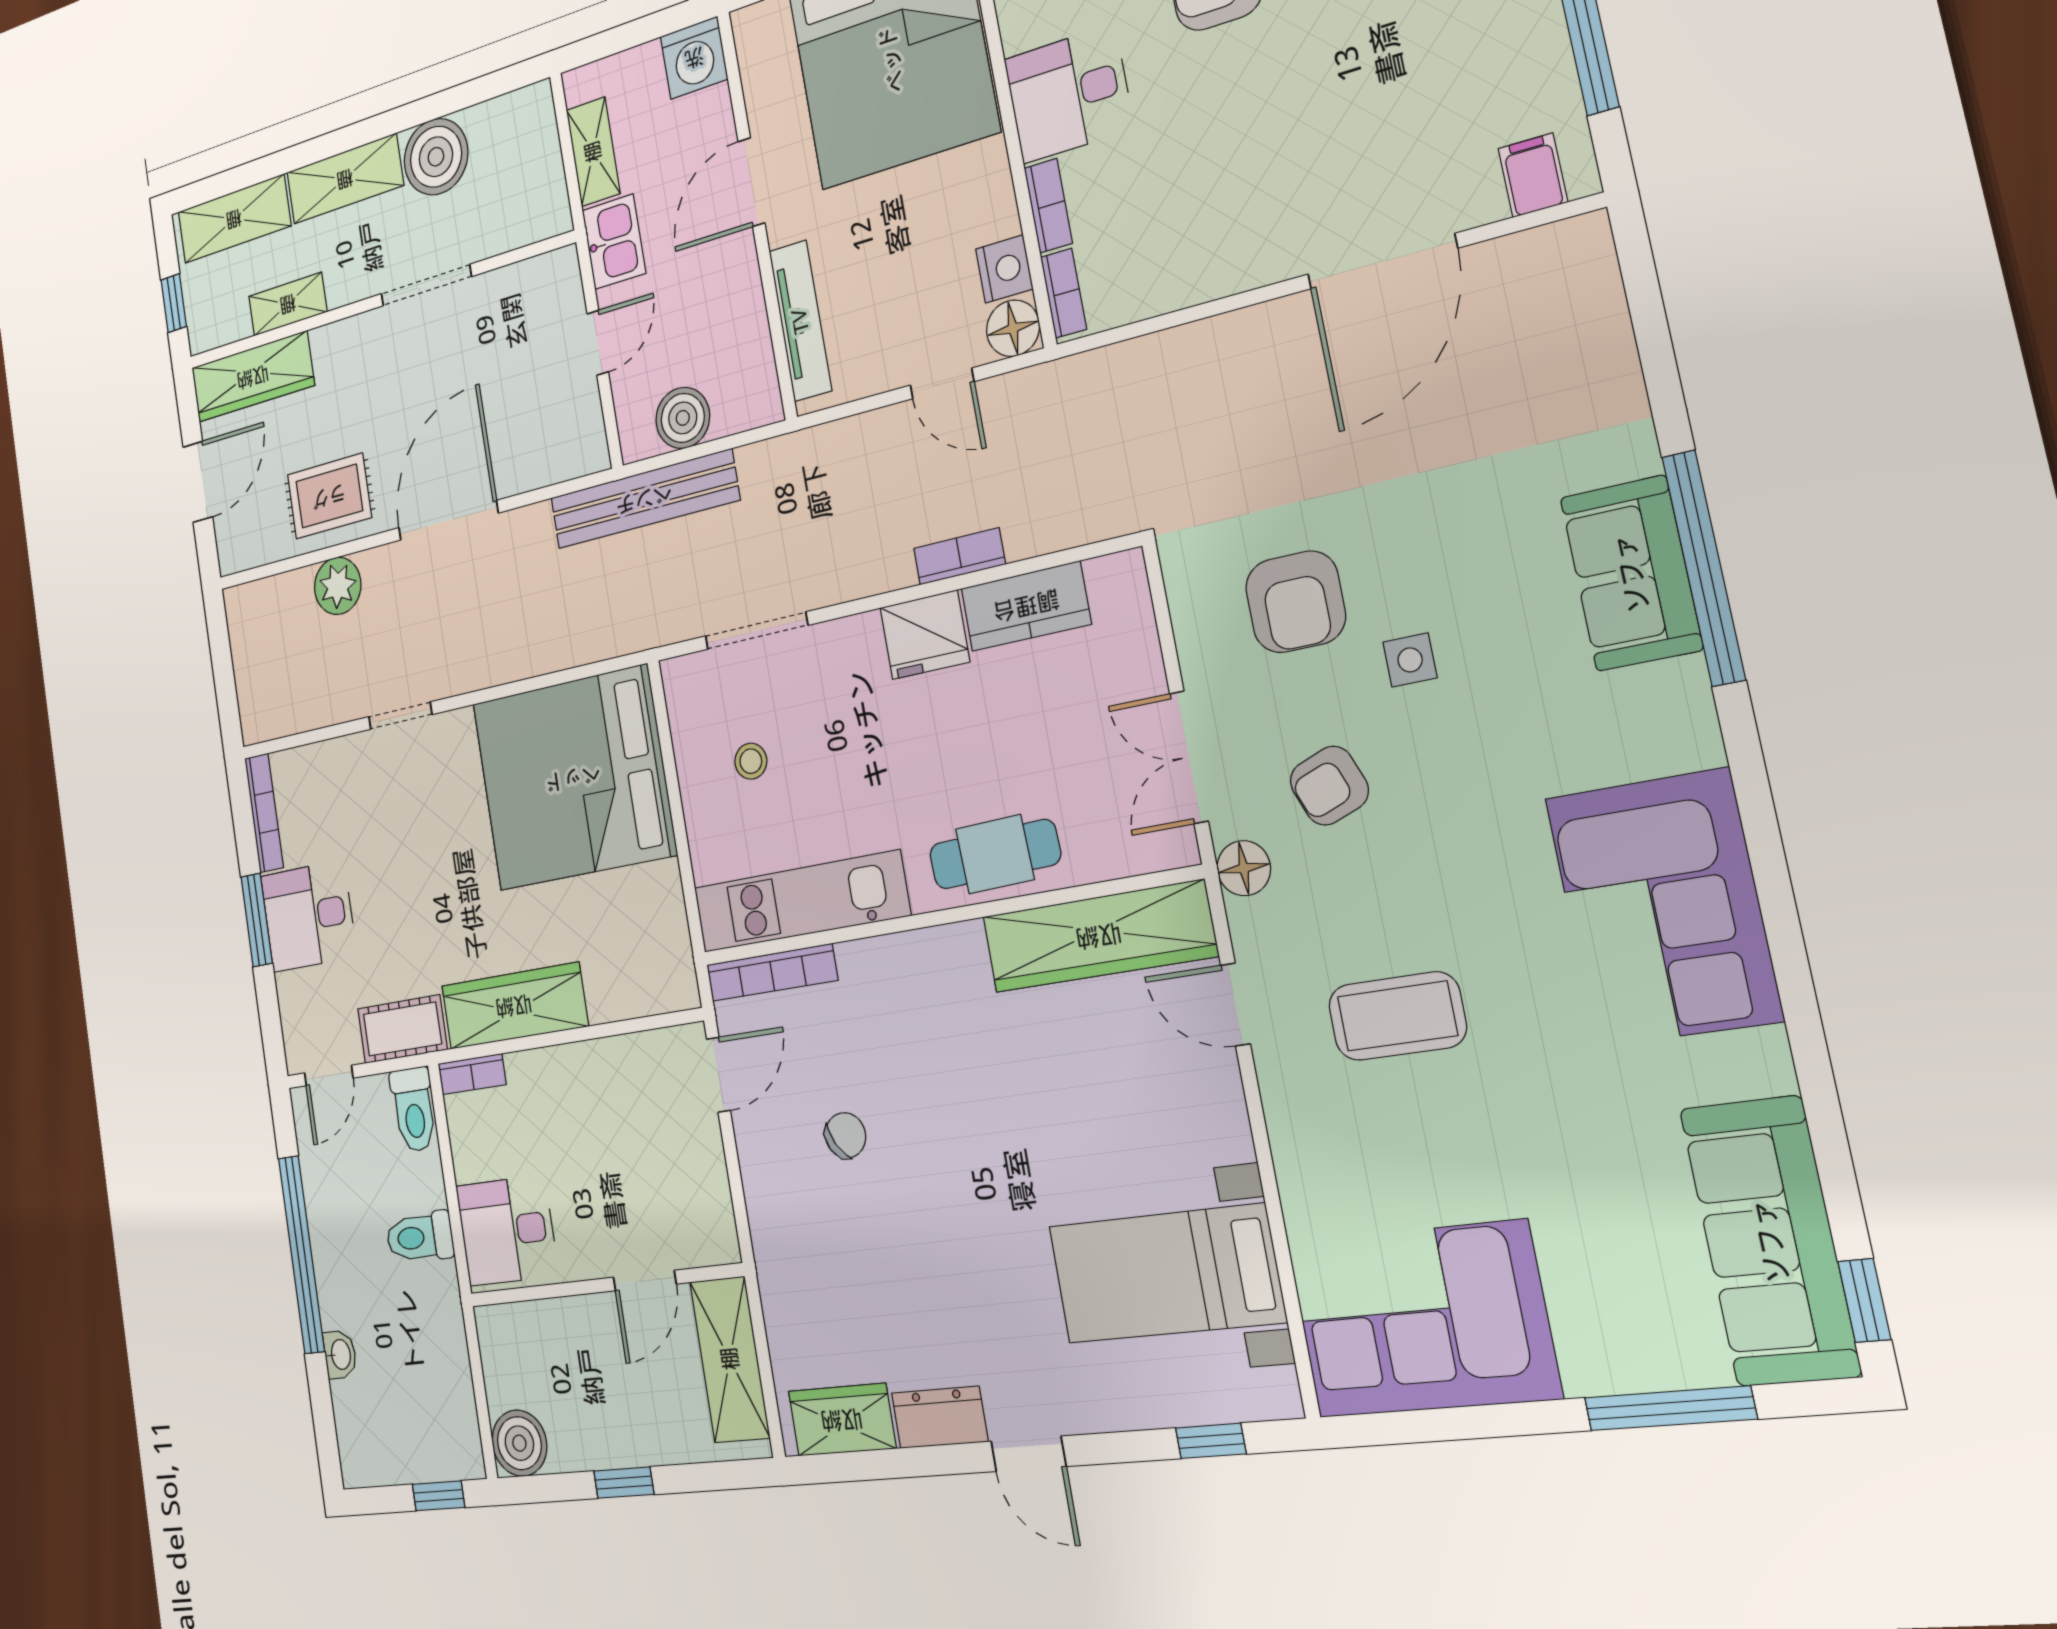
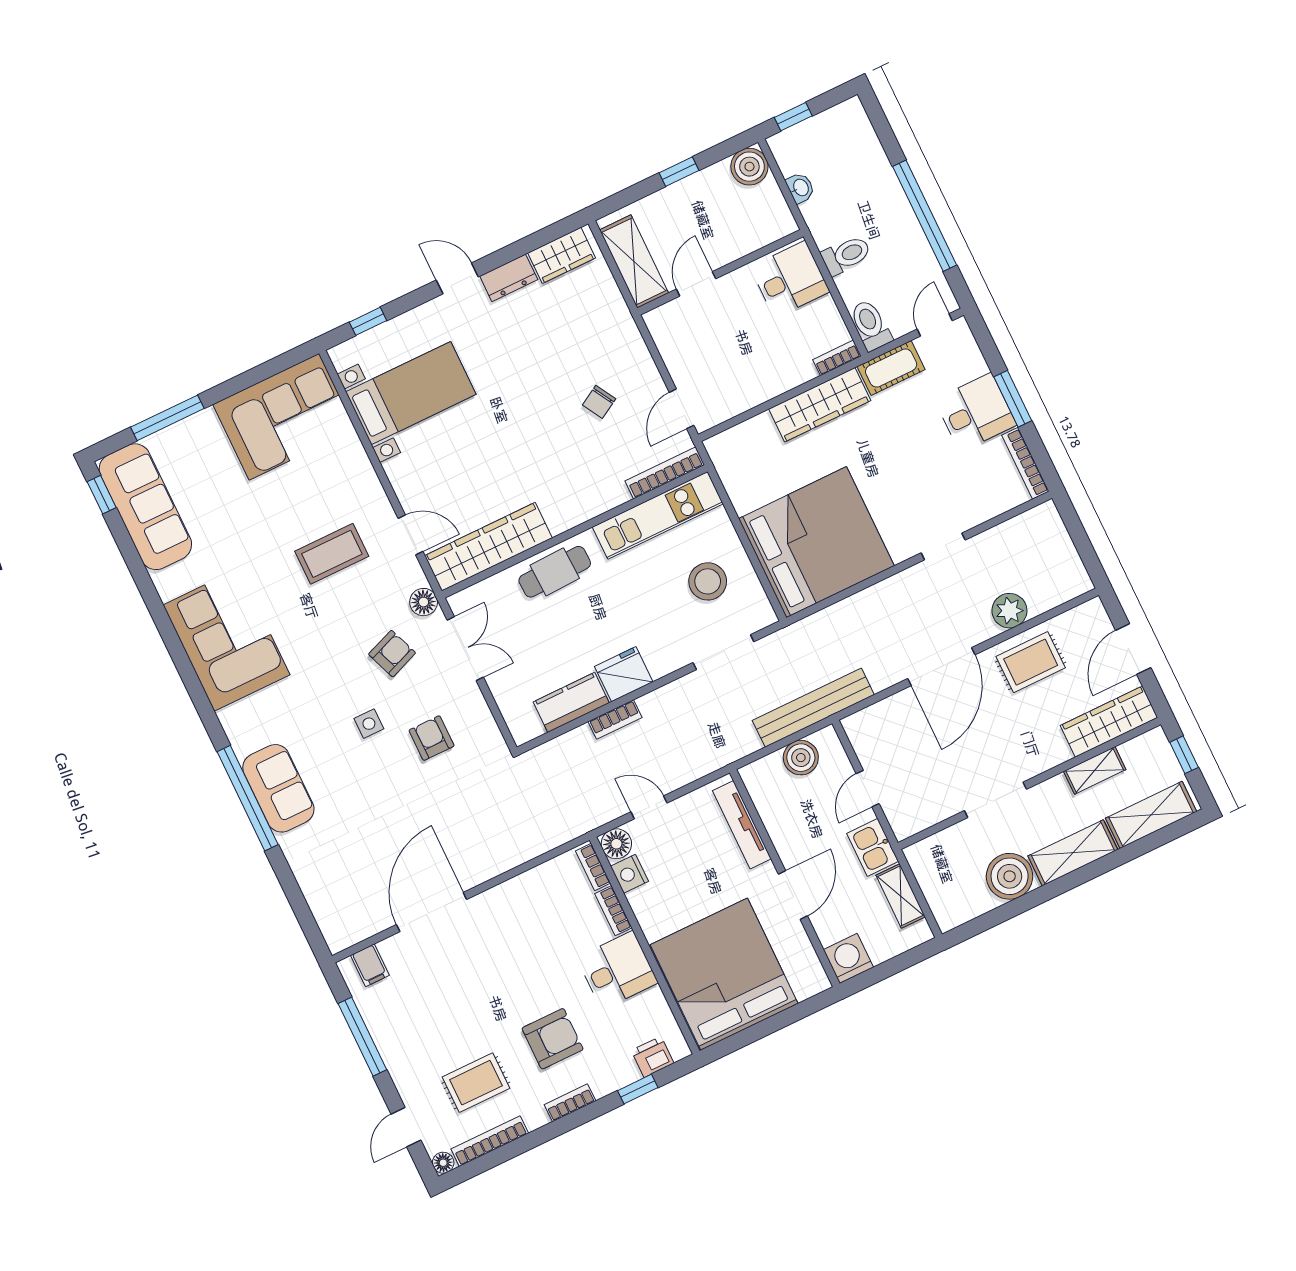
armchair: (1295, 602) -> (432, 738), width x0.72, depth x0.72
stool: (751, 761) -> (708, 581), width x1.89, depth x1.89
washbasin: (340, 1355) -> (800, 188), moved, turned 180

